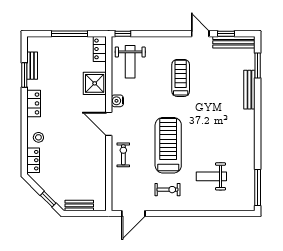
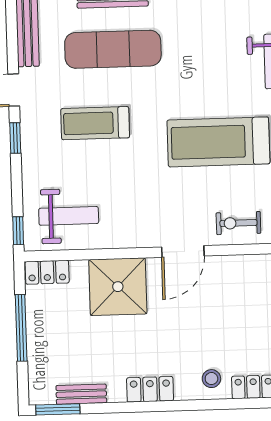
window: (226, 34) -> (15, 138), moved
window: (24, 75) -> (58, 409), moved
shower: (95, 83) -> (118, 287), width x1.37, depth x1.37
exercise mat: (221, 89) -> (113, 49), added
water cooler: (117, 101) -> (140, 237), removed

